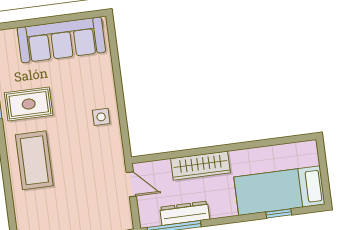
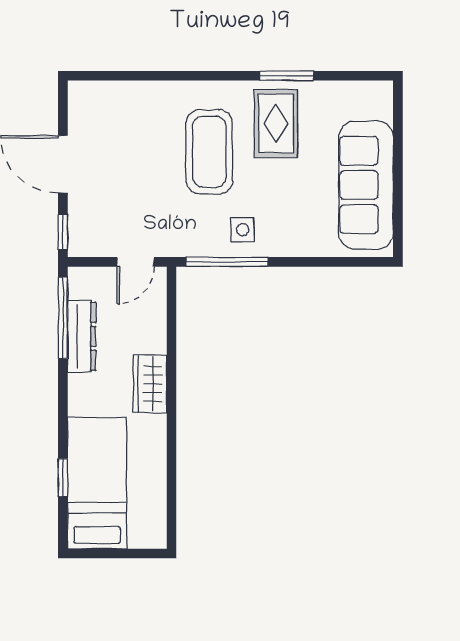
window: (124, 124) -> (227, 262), added
coffee table: (34, 160) -> (209, 152), moved, turned 90
wardrobe: (200, 166) -> (150, 384), width x0.67

